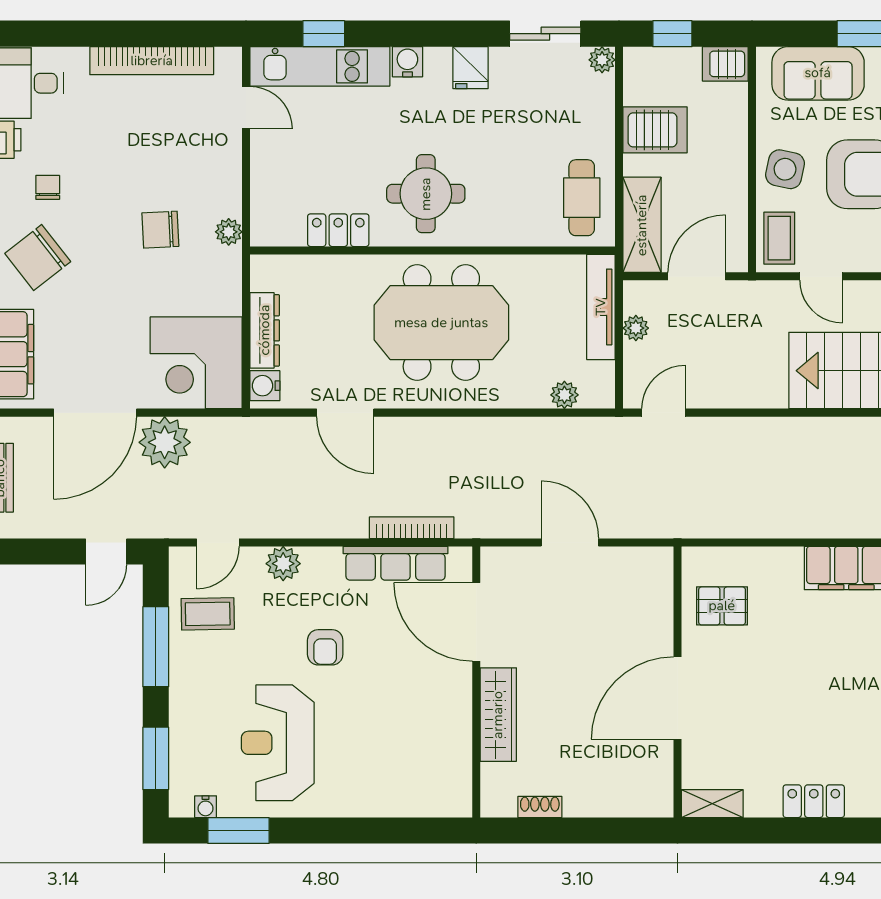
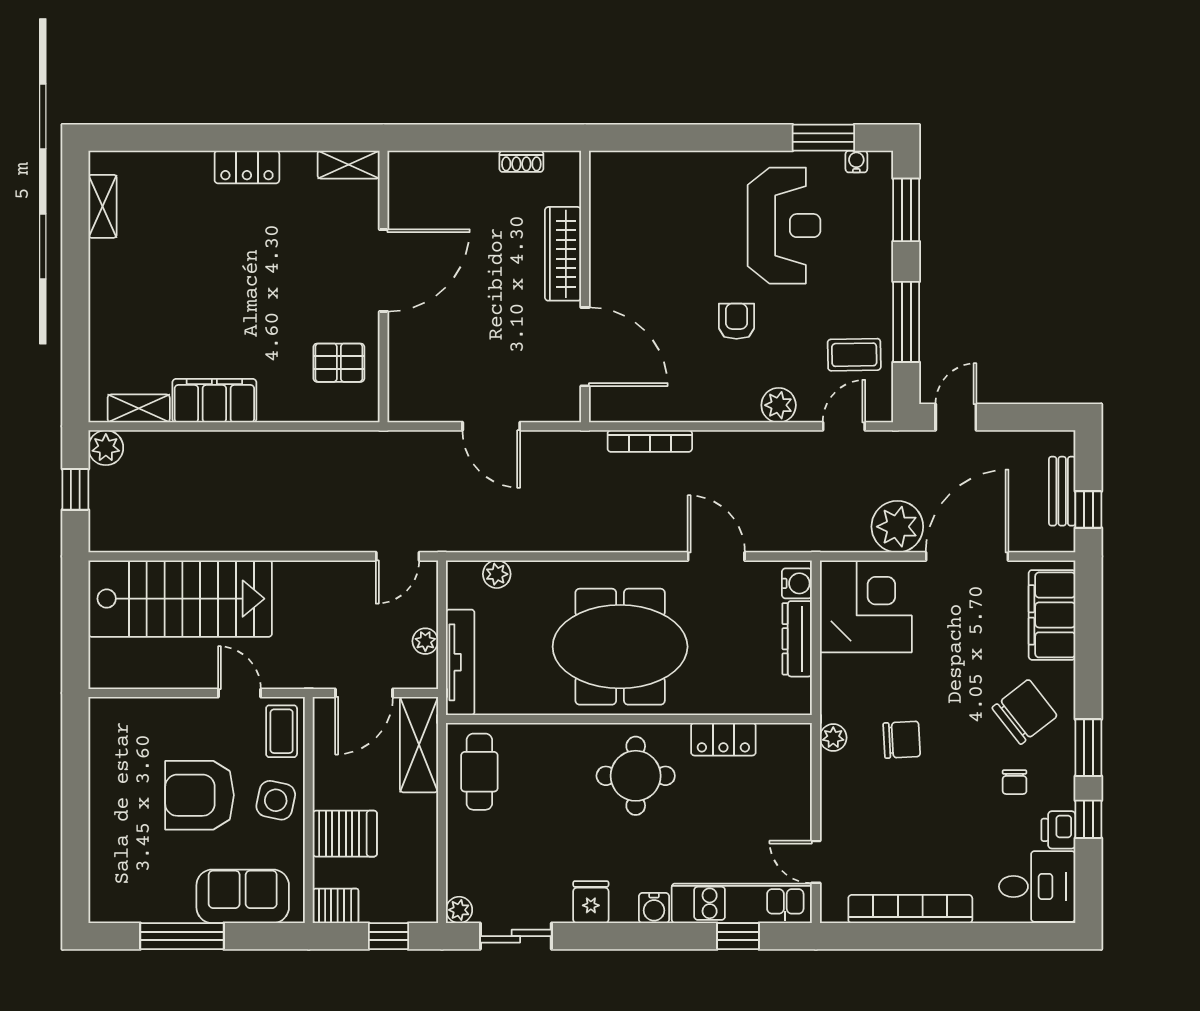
server rack: (655, 130) -> (345, 834), moved, turned 180
row of seats: (396, 563) -> (666, 405), removed

